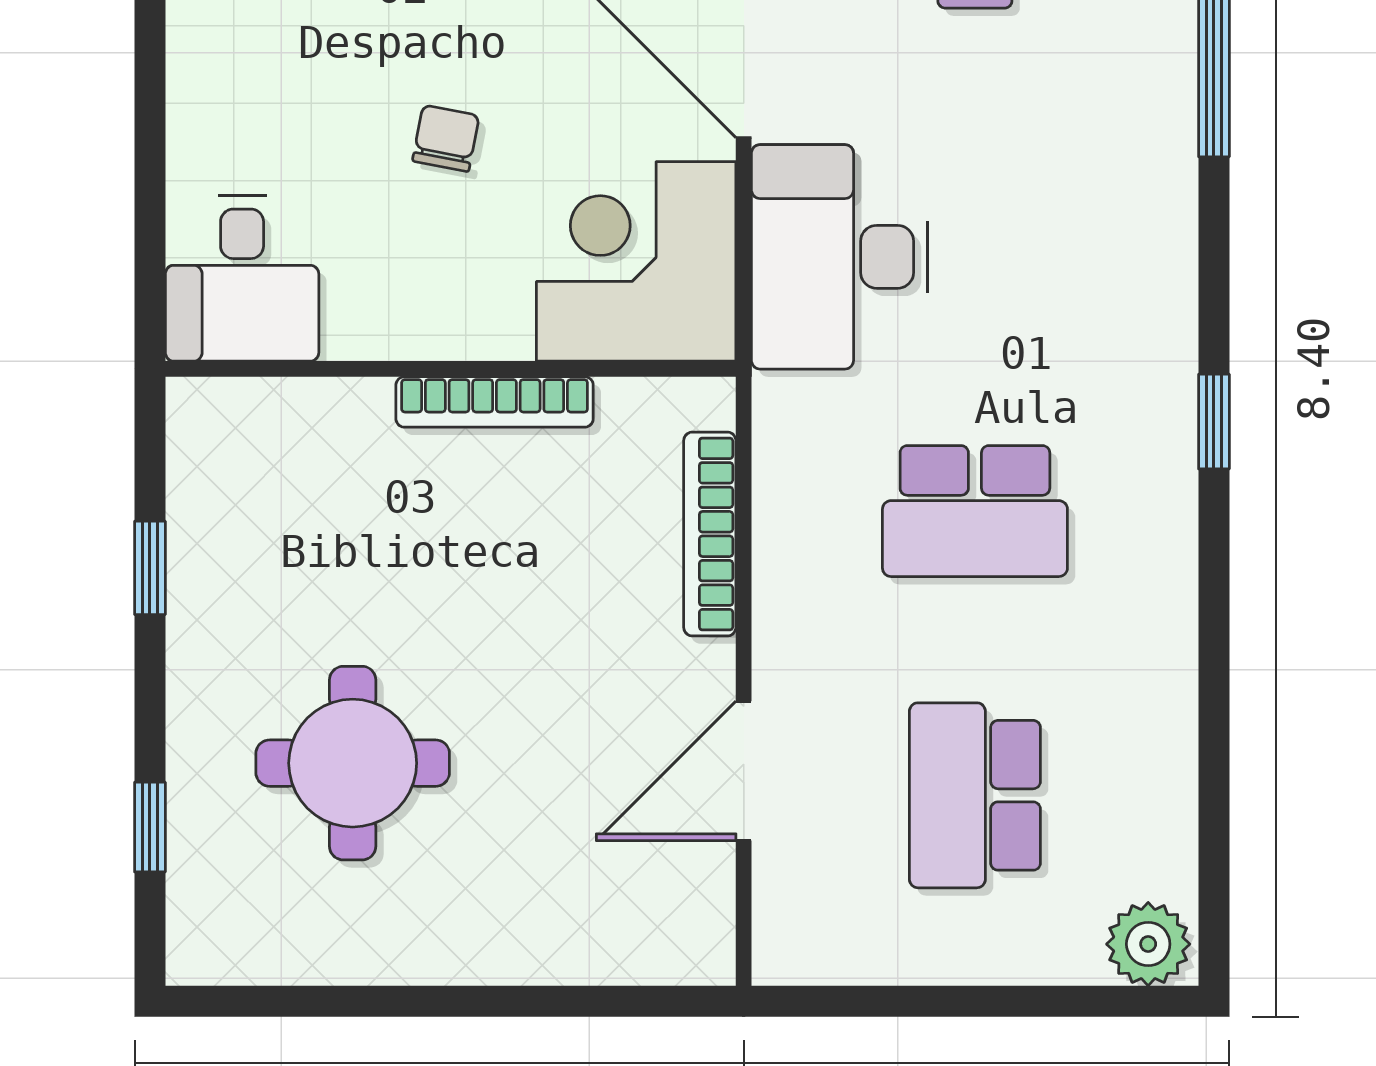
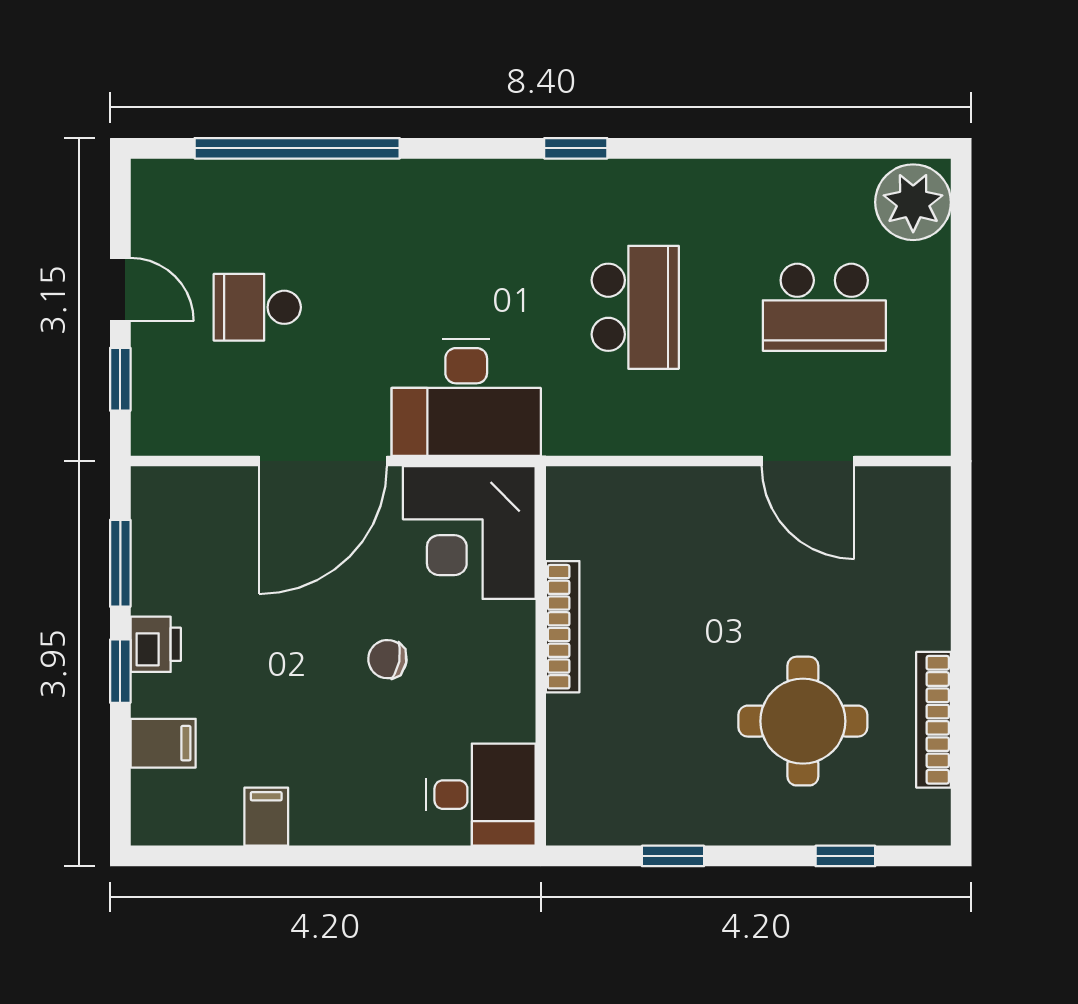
bookcase: (710, 534) -> (934, 720), moved, turned 90
plant: (1148, 944) -> (913, 202), width x1.36, depth x1.36

